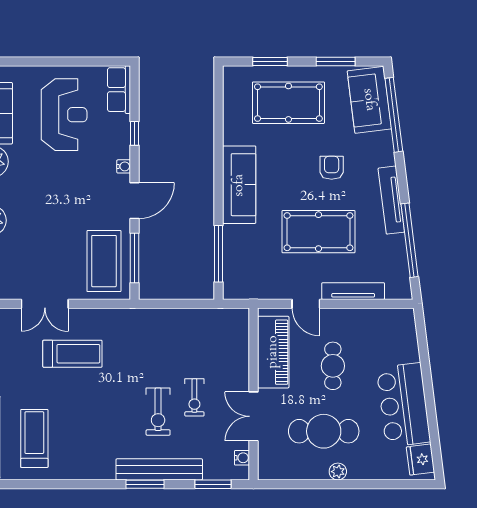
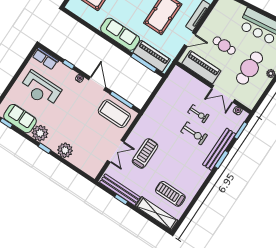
reception desk: (64, 115) -> (40, 89), turned 180
piano: (238, 259) -> (152, 56), added

